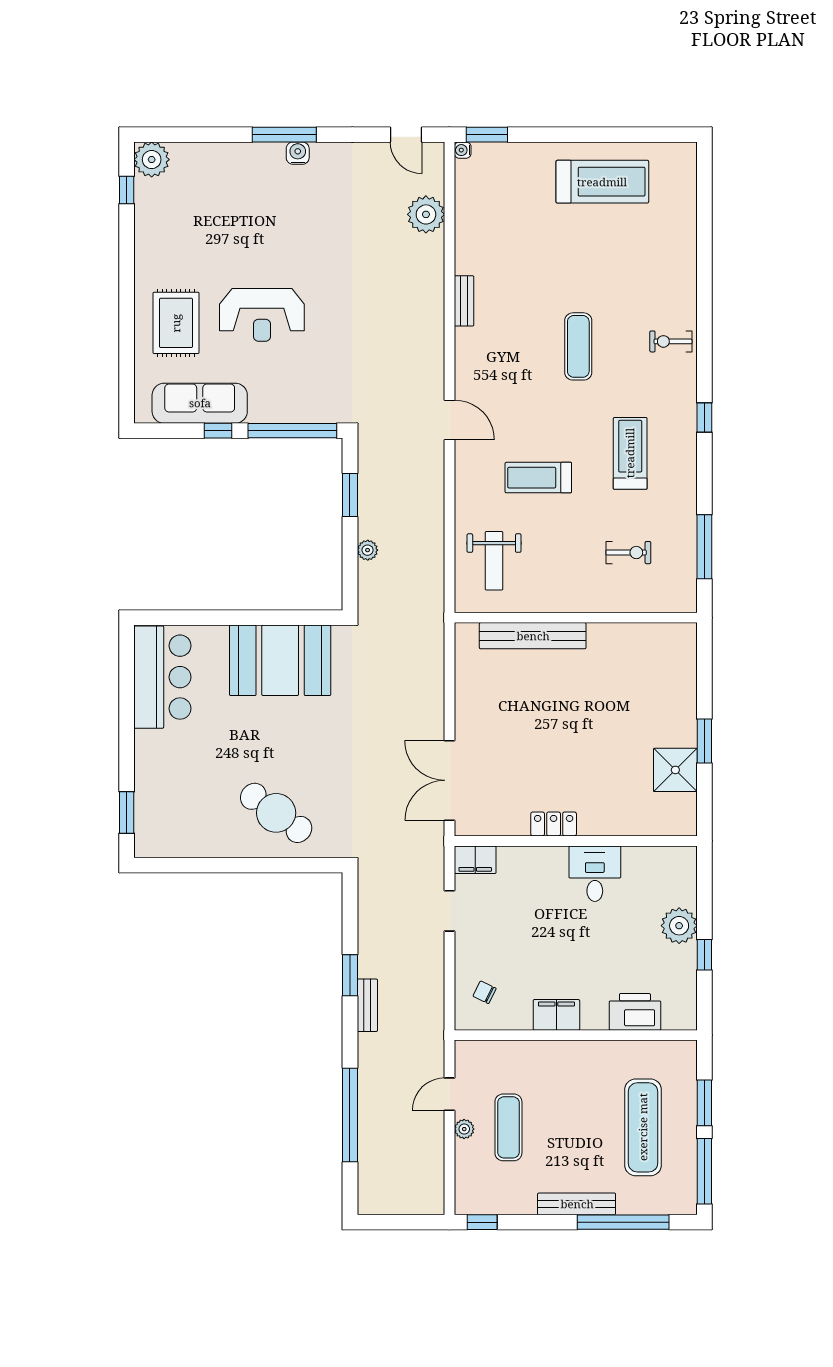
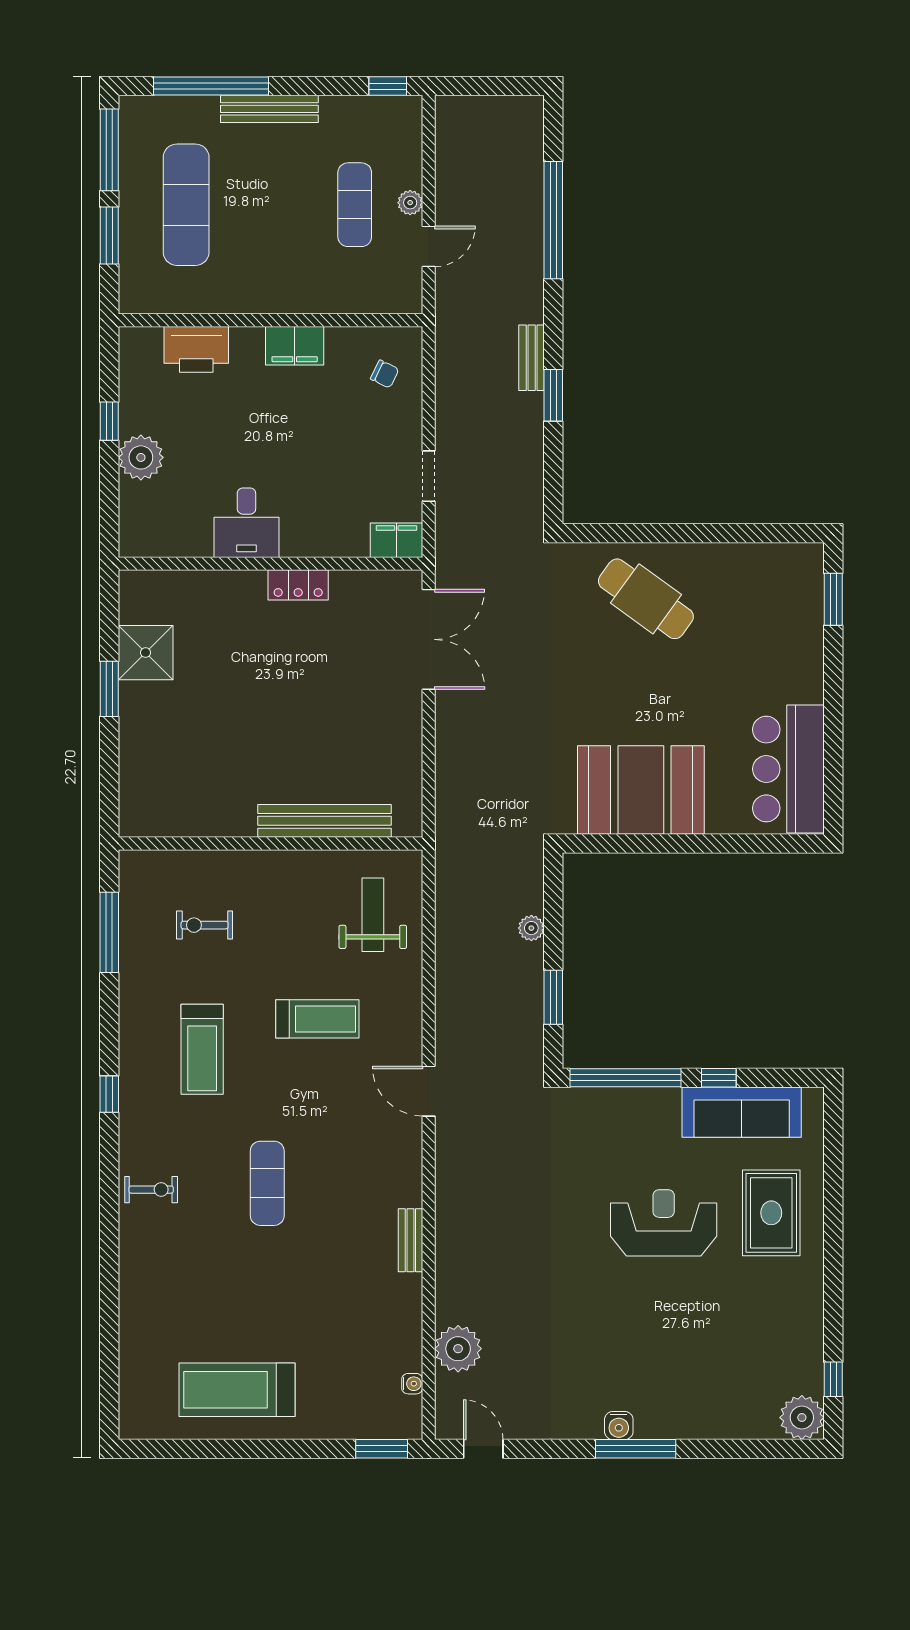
water cooler: (463, 150) -> (412, 1384), moved

